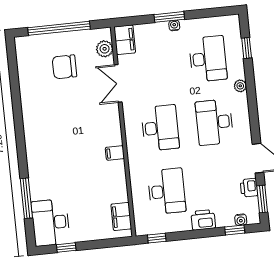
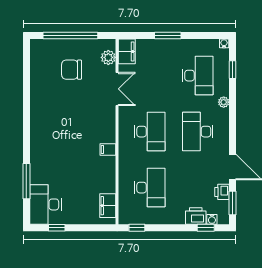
water cooler: (174, 26) -> (224, 43), moved
double door: (118, 83) -> (117, 89), swing flipped
printer: (203, 220) -> (196, 216), moved

